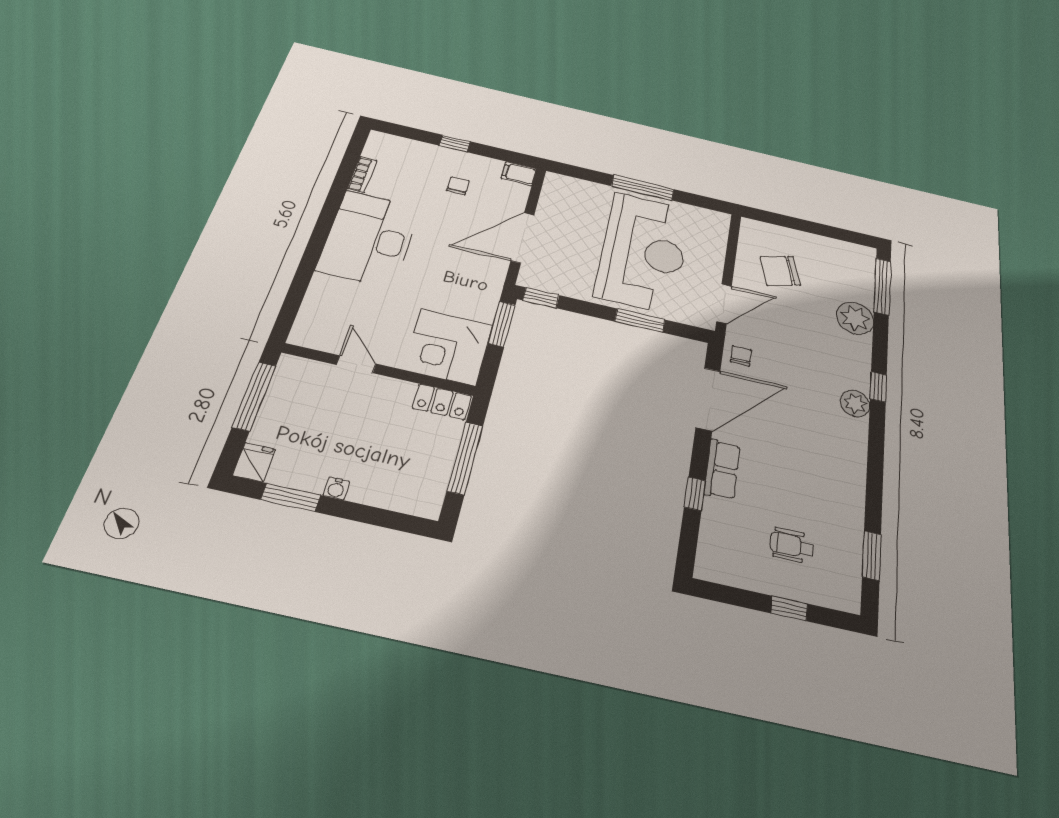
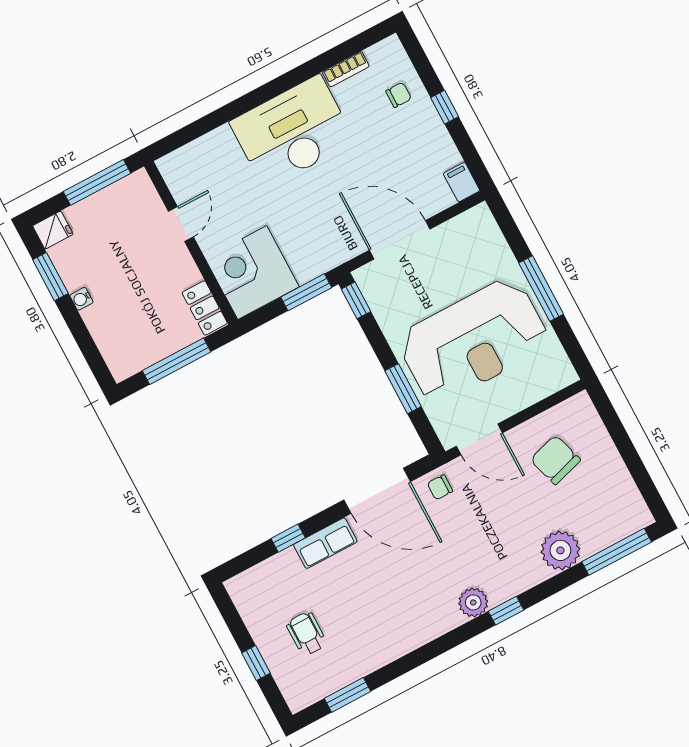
chair: (458, 186) -> (399, 95), moved
chair: (741, 356) -> (440, 487), turned 180

